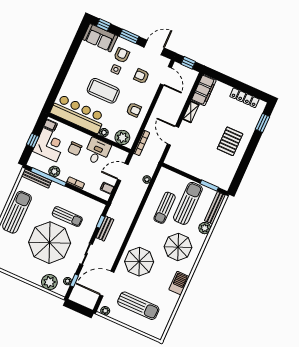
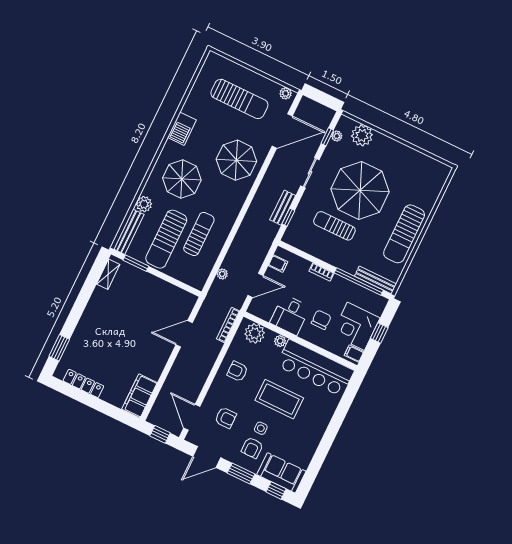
shelving: (191, 112) -> (108, 274), moved
door: (173, 136) -> (184, 334), swing flipped
pallet: (230, 141) -> (105, 324), removed
plant: (54, 171) -> (351, 289), removed
sun lounger: (138, 306) -> (239, 99), turned 180

